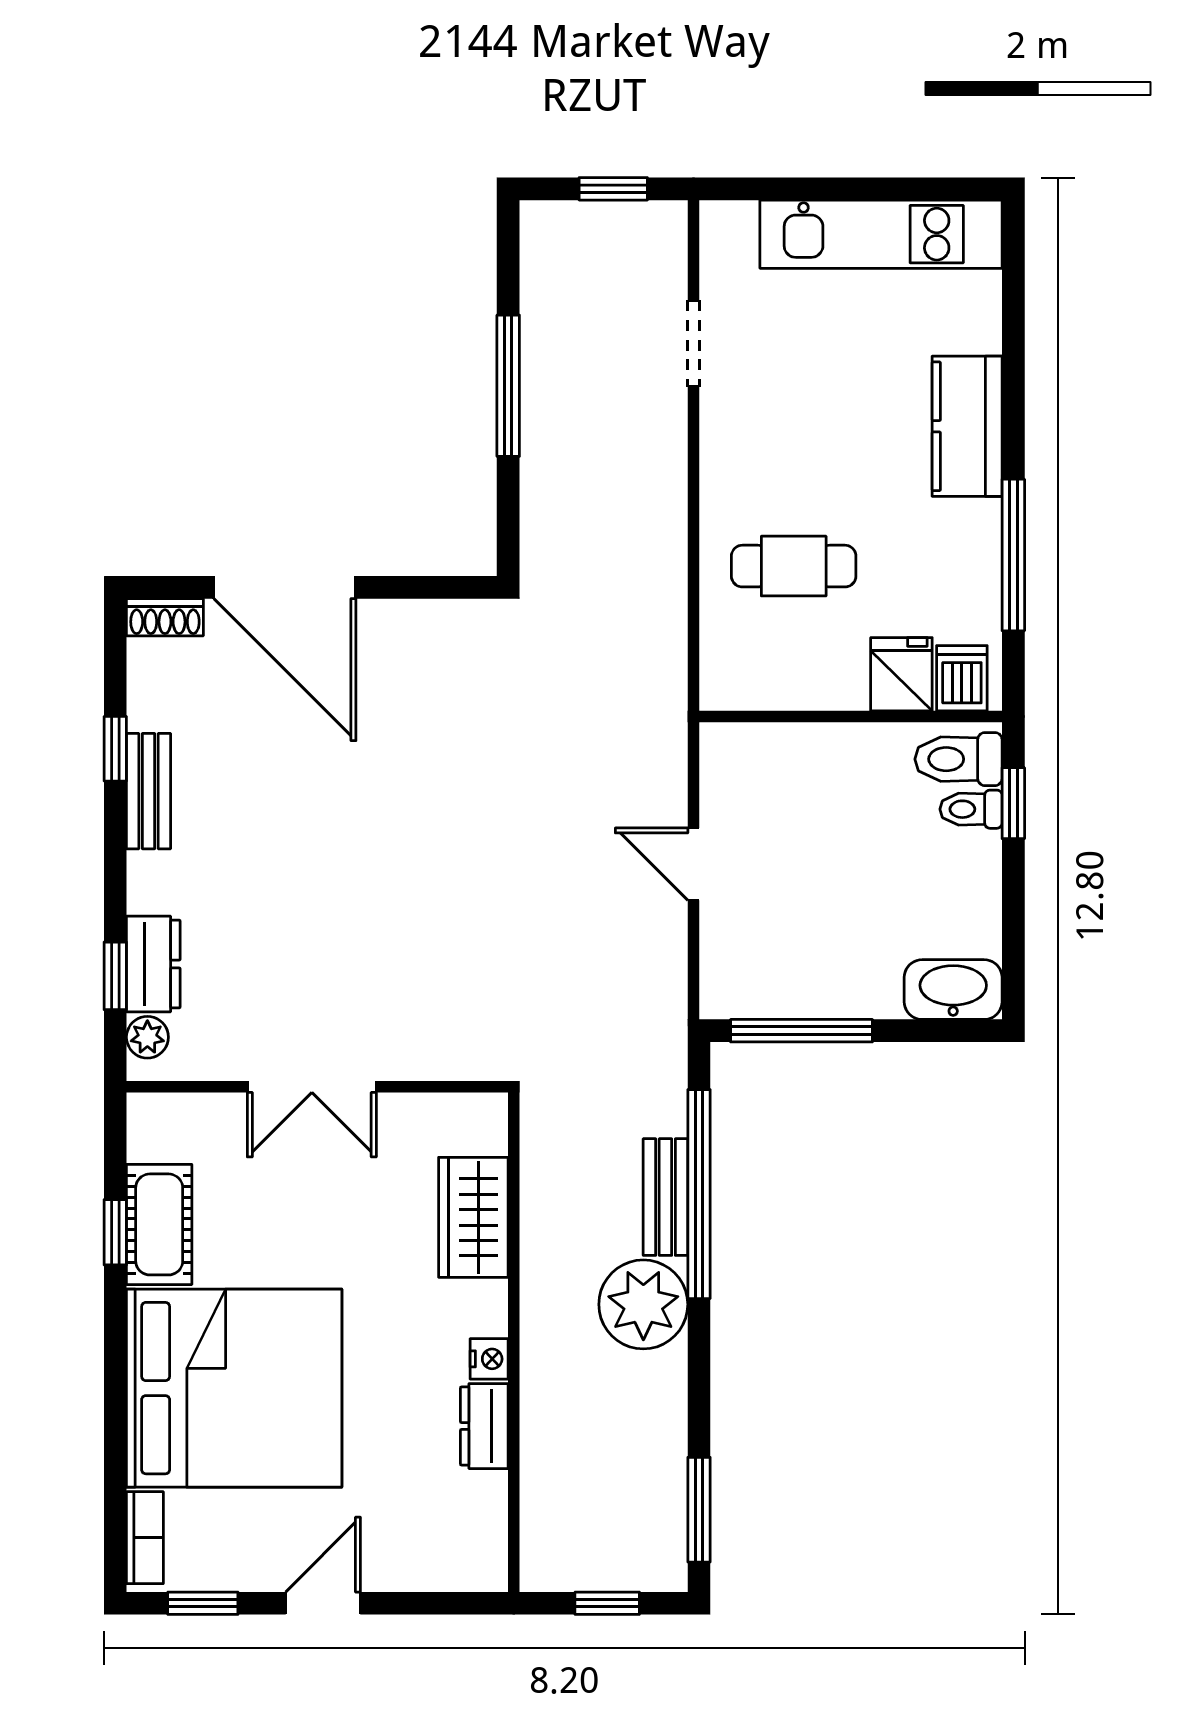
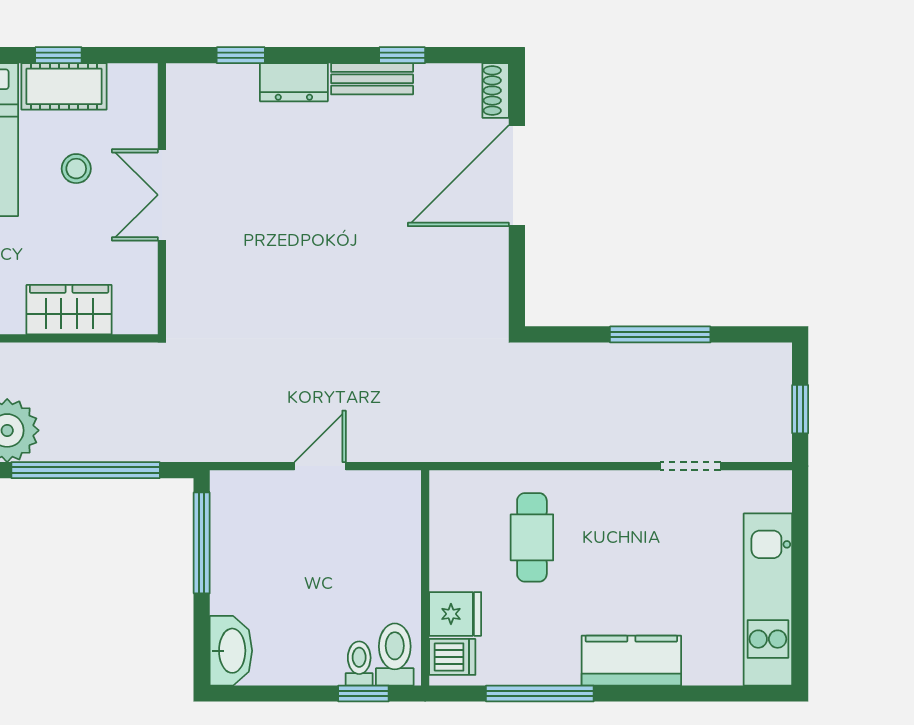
dresser: (153, 964) -> (294, 82), moved
plant: (147, 1037) -> (197, 78), removed
bench: (665, 1197) -> (83, 446), removed
stool: (275, 1207) -> (76, 169), added

